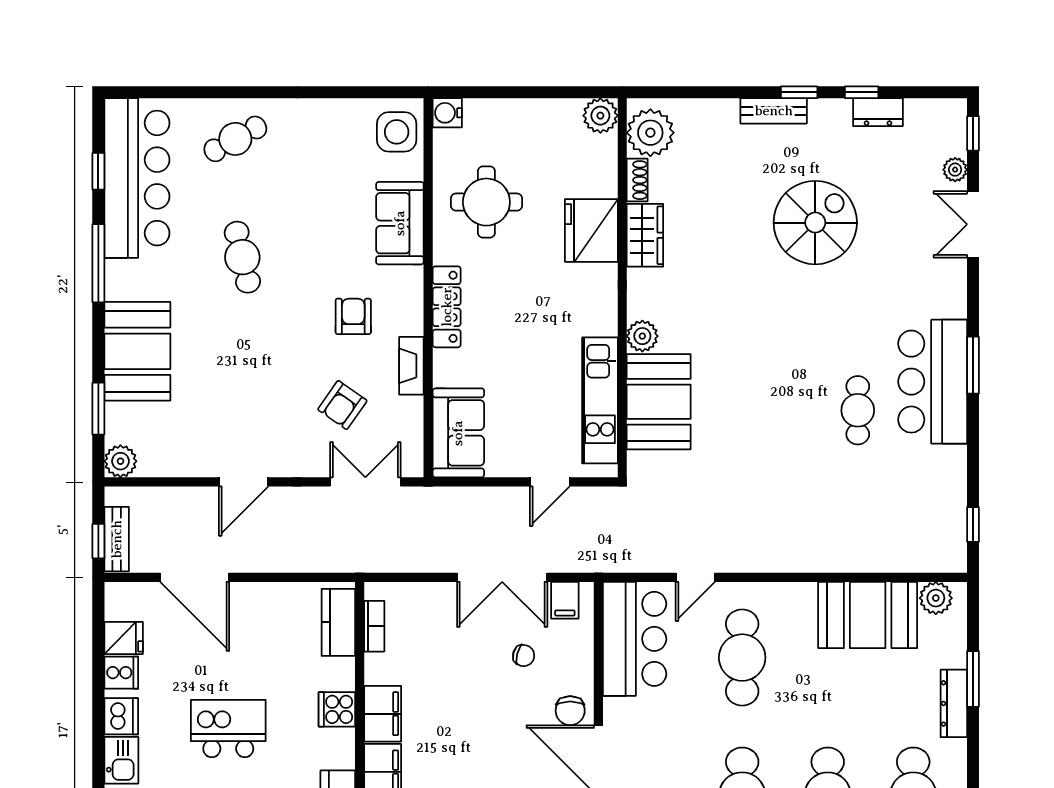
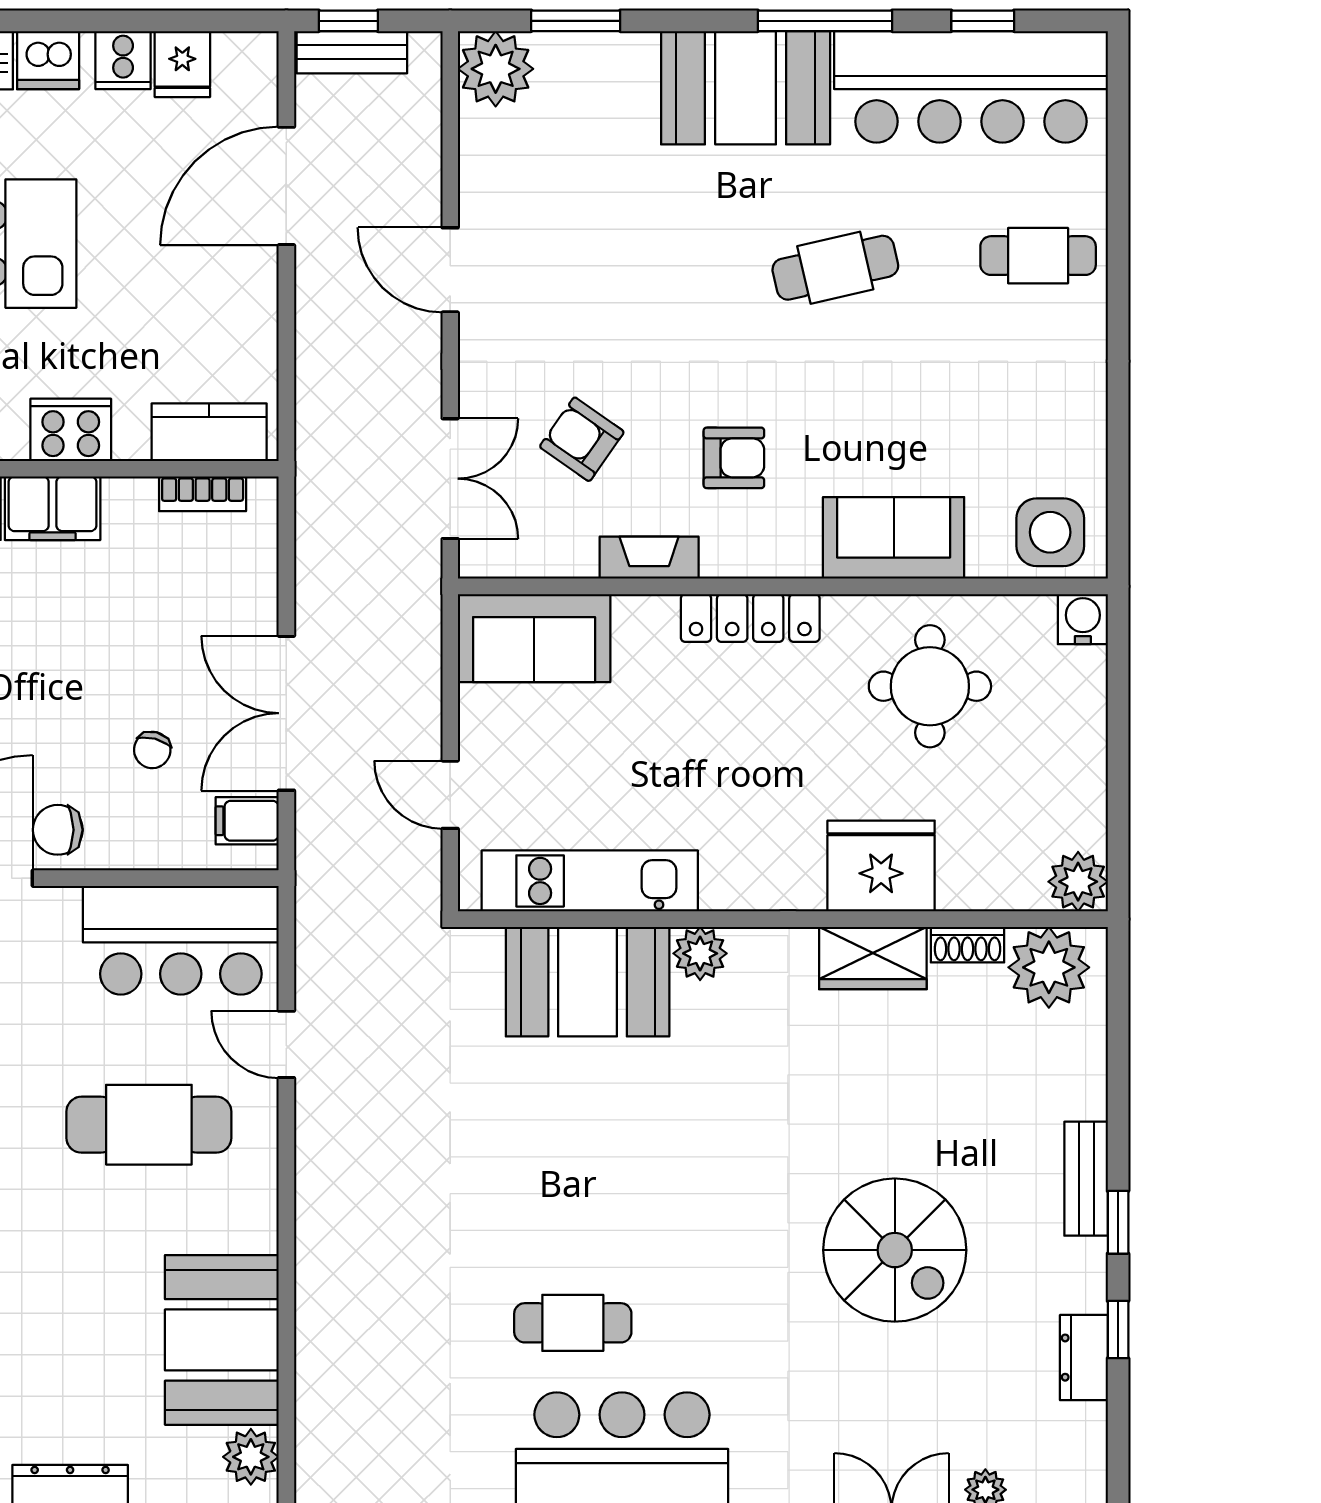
cafe table: (235, 139) -> (1038, 256), turned -61
booth: (137, 351) -> (746, 88), moved
plant: (120, 461) -> (496, 69), width x1.36, depth x1.36
cooker: (337, 709) -> (71, 430), width x1.36

